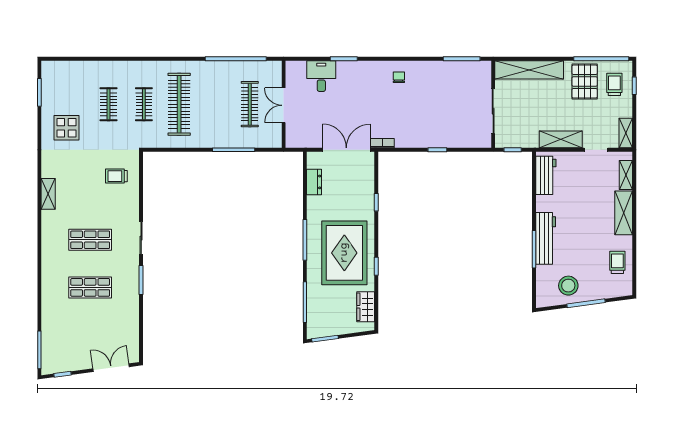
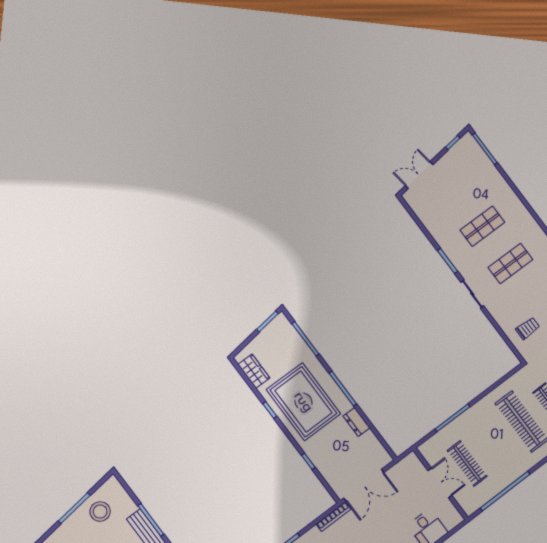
bookcase: (382, 143) -> (334, 516), width x1.56
dresser: (314, 182) -> (357, 422), moved
double door: (111, 368) -> (419, 175), swing flipped

